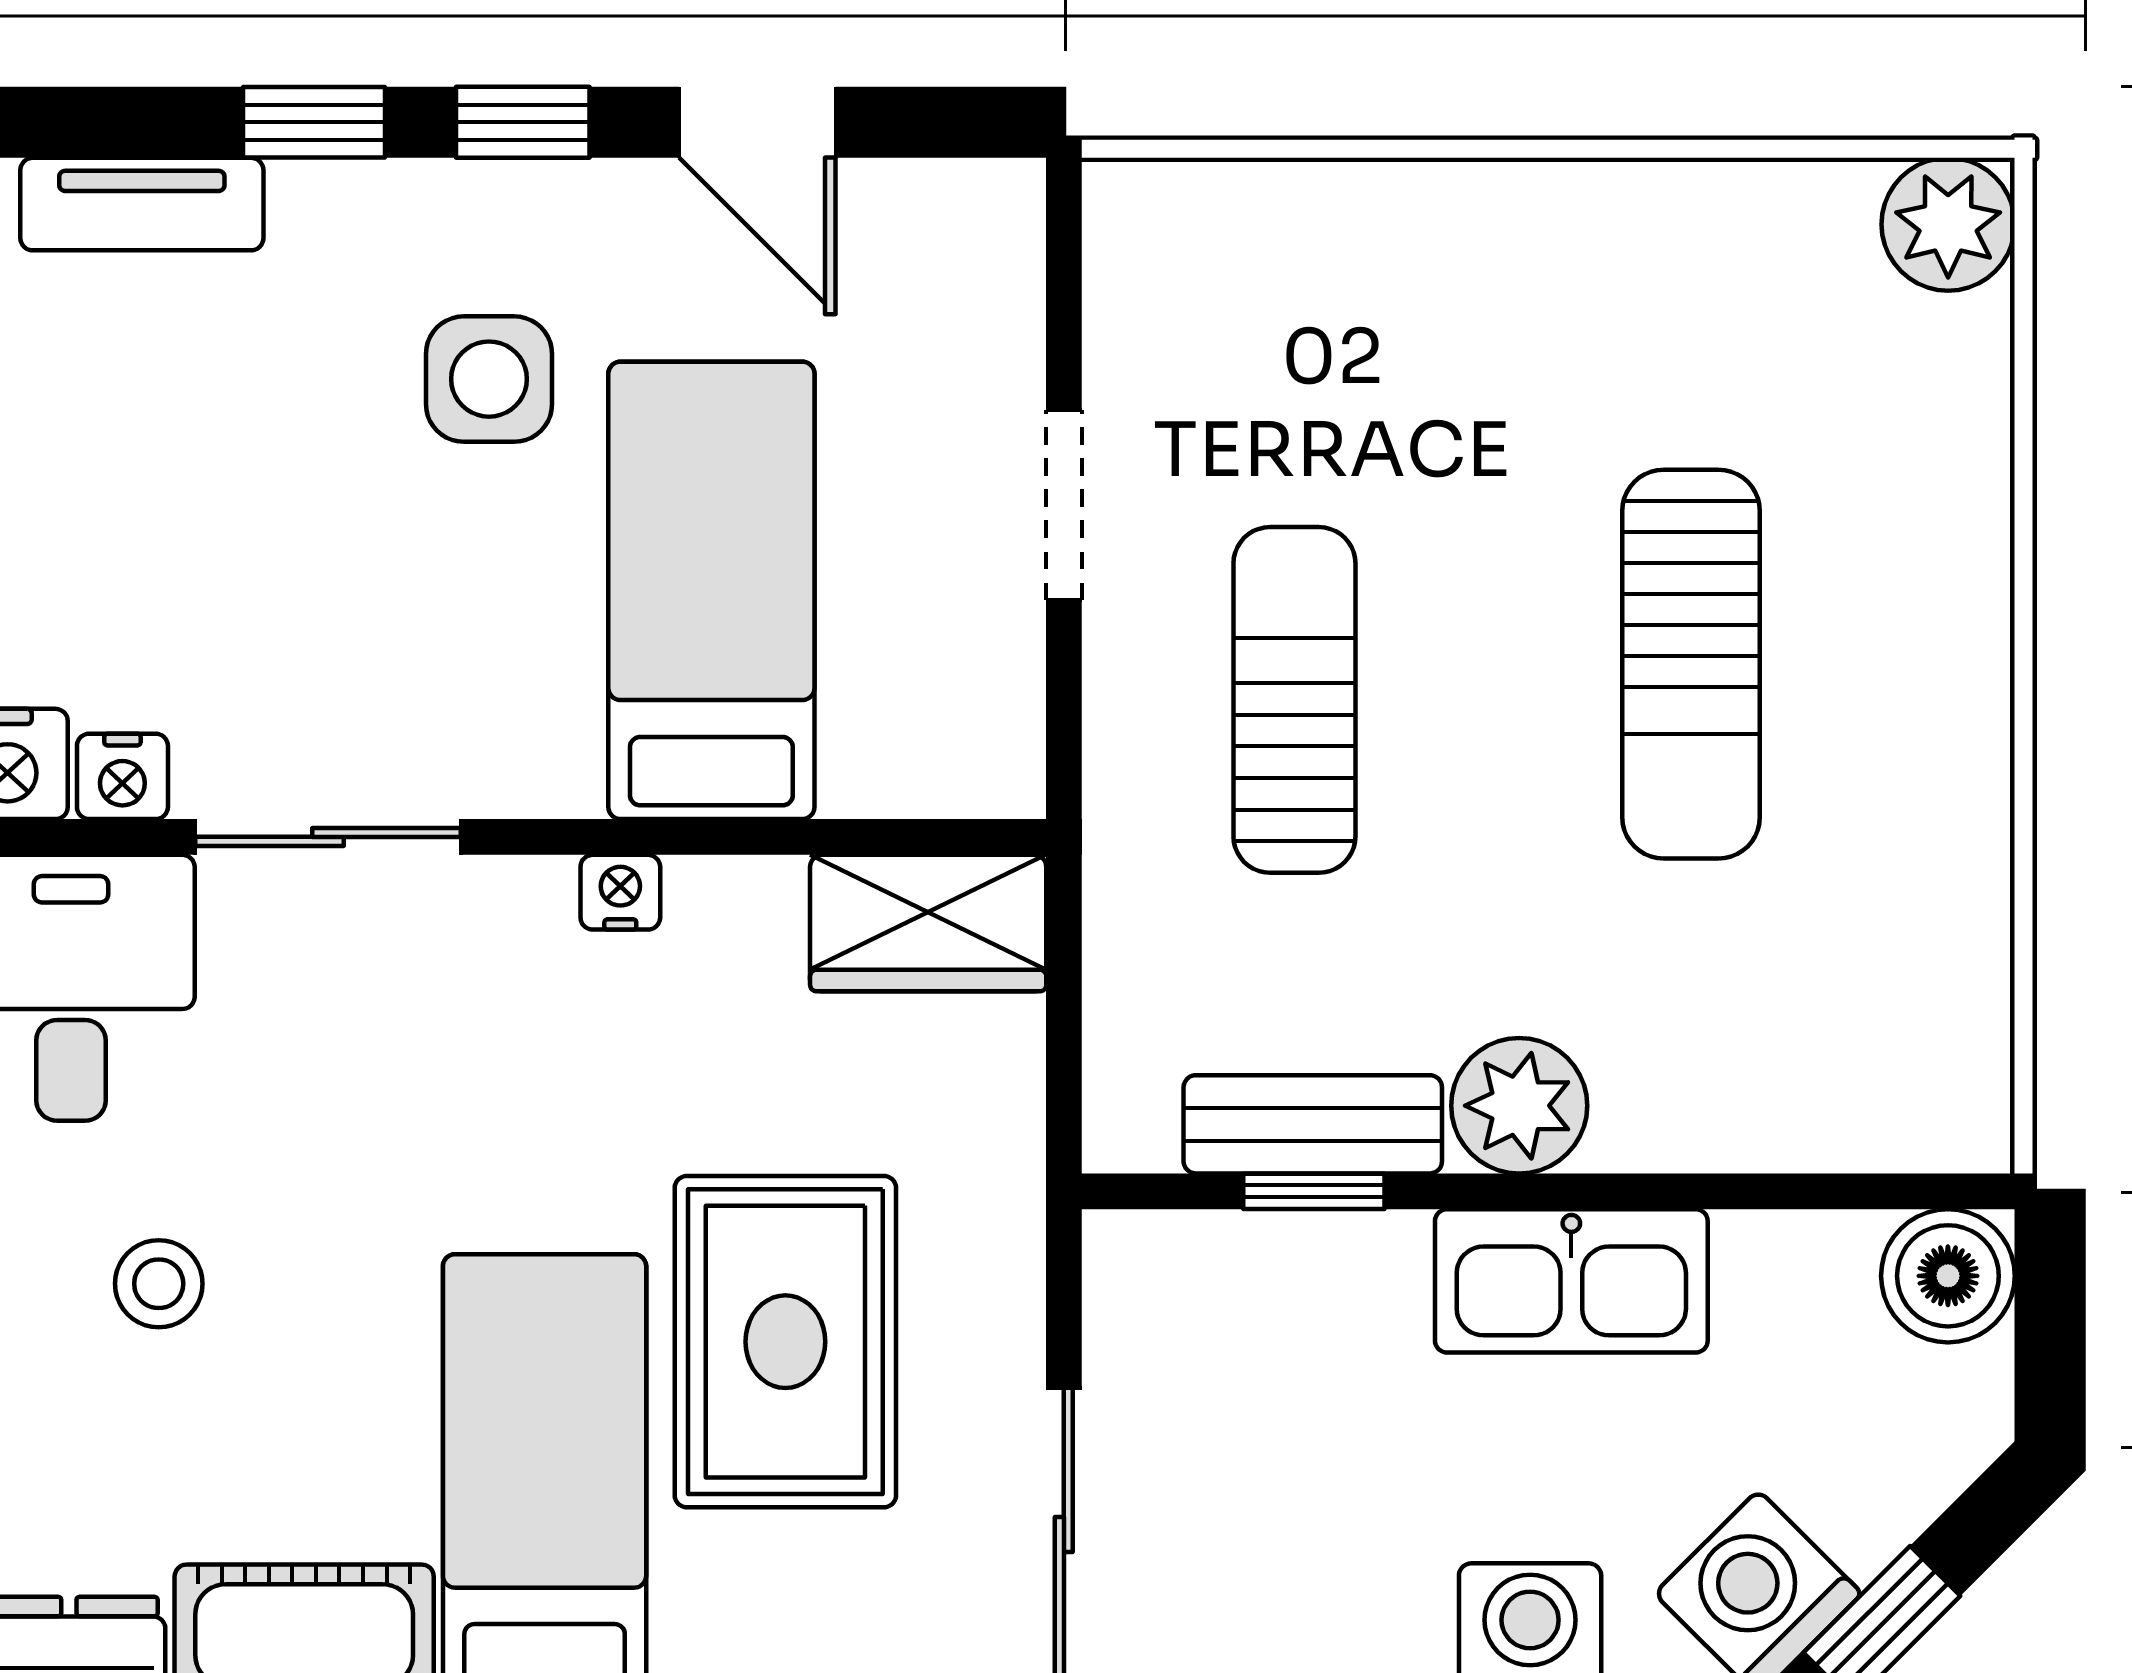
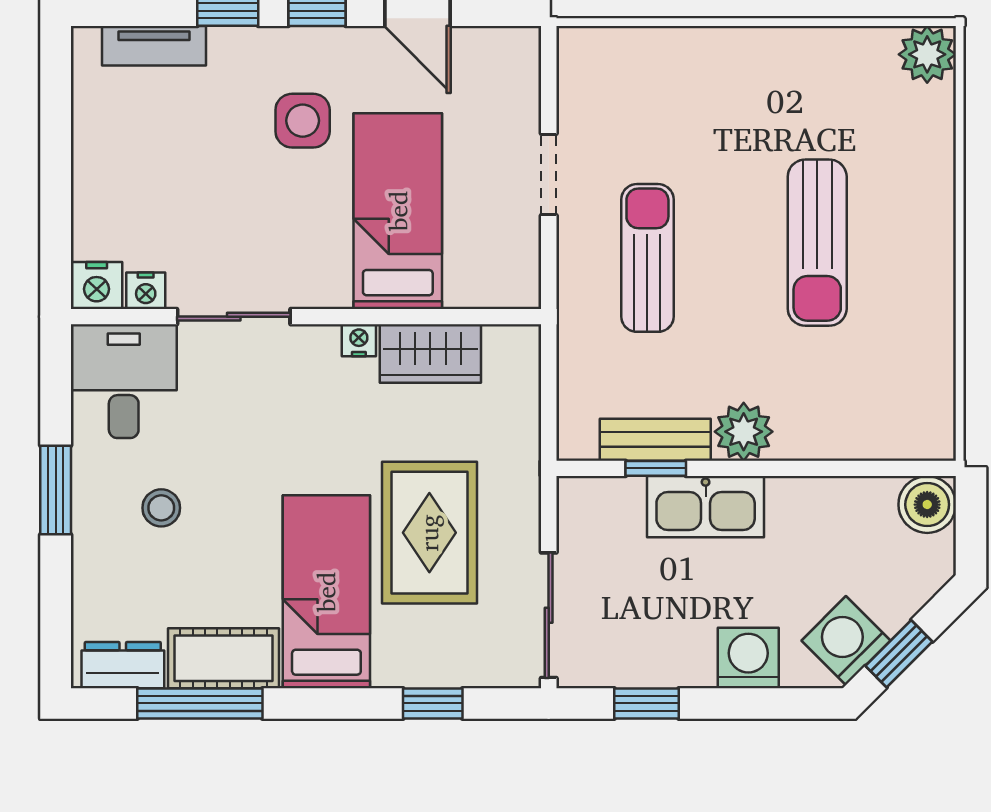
wardrobe: (928, 923) -> (430, 354), moved
kitchen sink: (1571, 1281) -> (706, 507), moved

